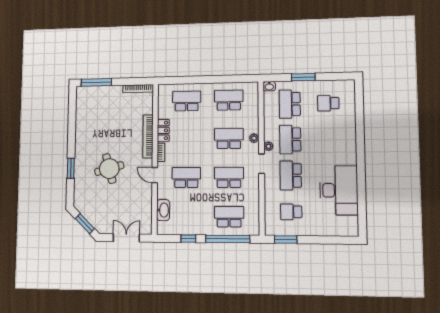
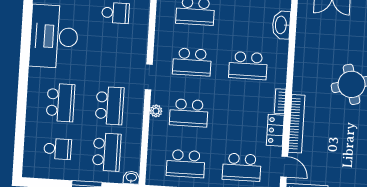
plant: (269, 146) -> (138, 99), removed
door: (155, 175) -> (284, 167), moved
school desk: (291, 175) -> (61, 103), moved

